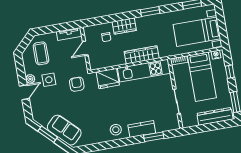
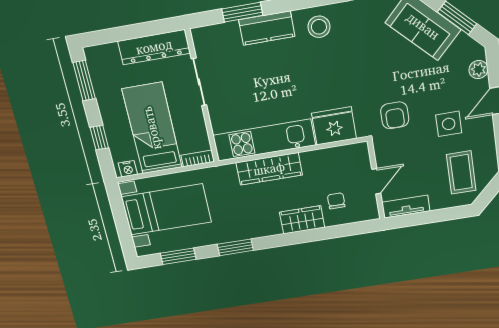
window: (150, 12) -> (235, 247), moved
plant: (30, 79) -> (478, 70), moved
dresser: (215, 116) -> (154, 47), moved

